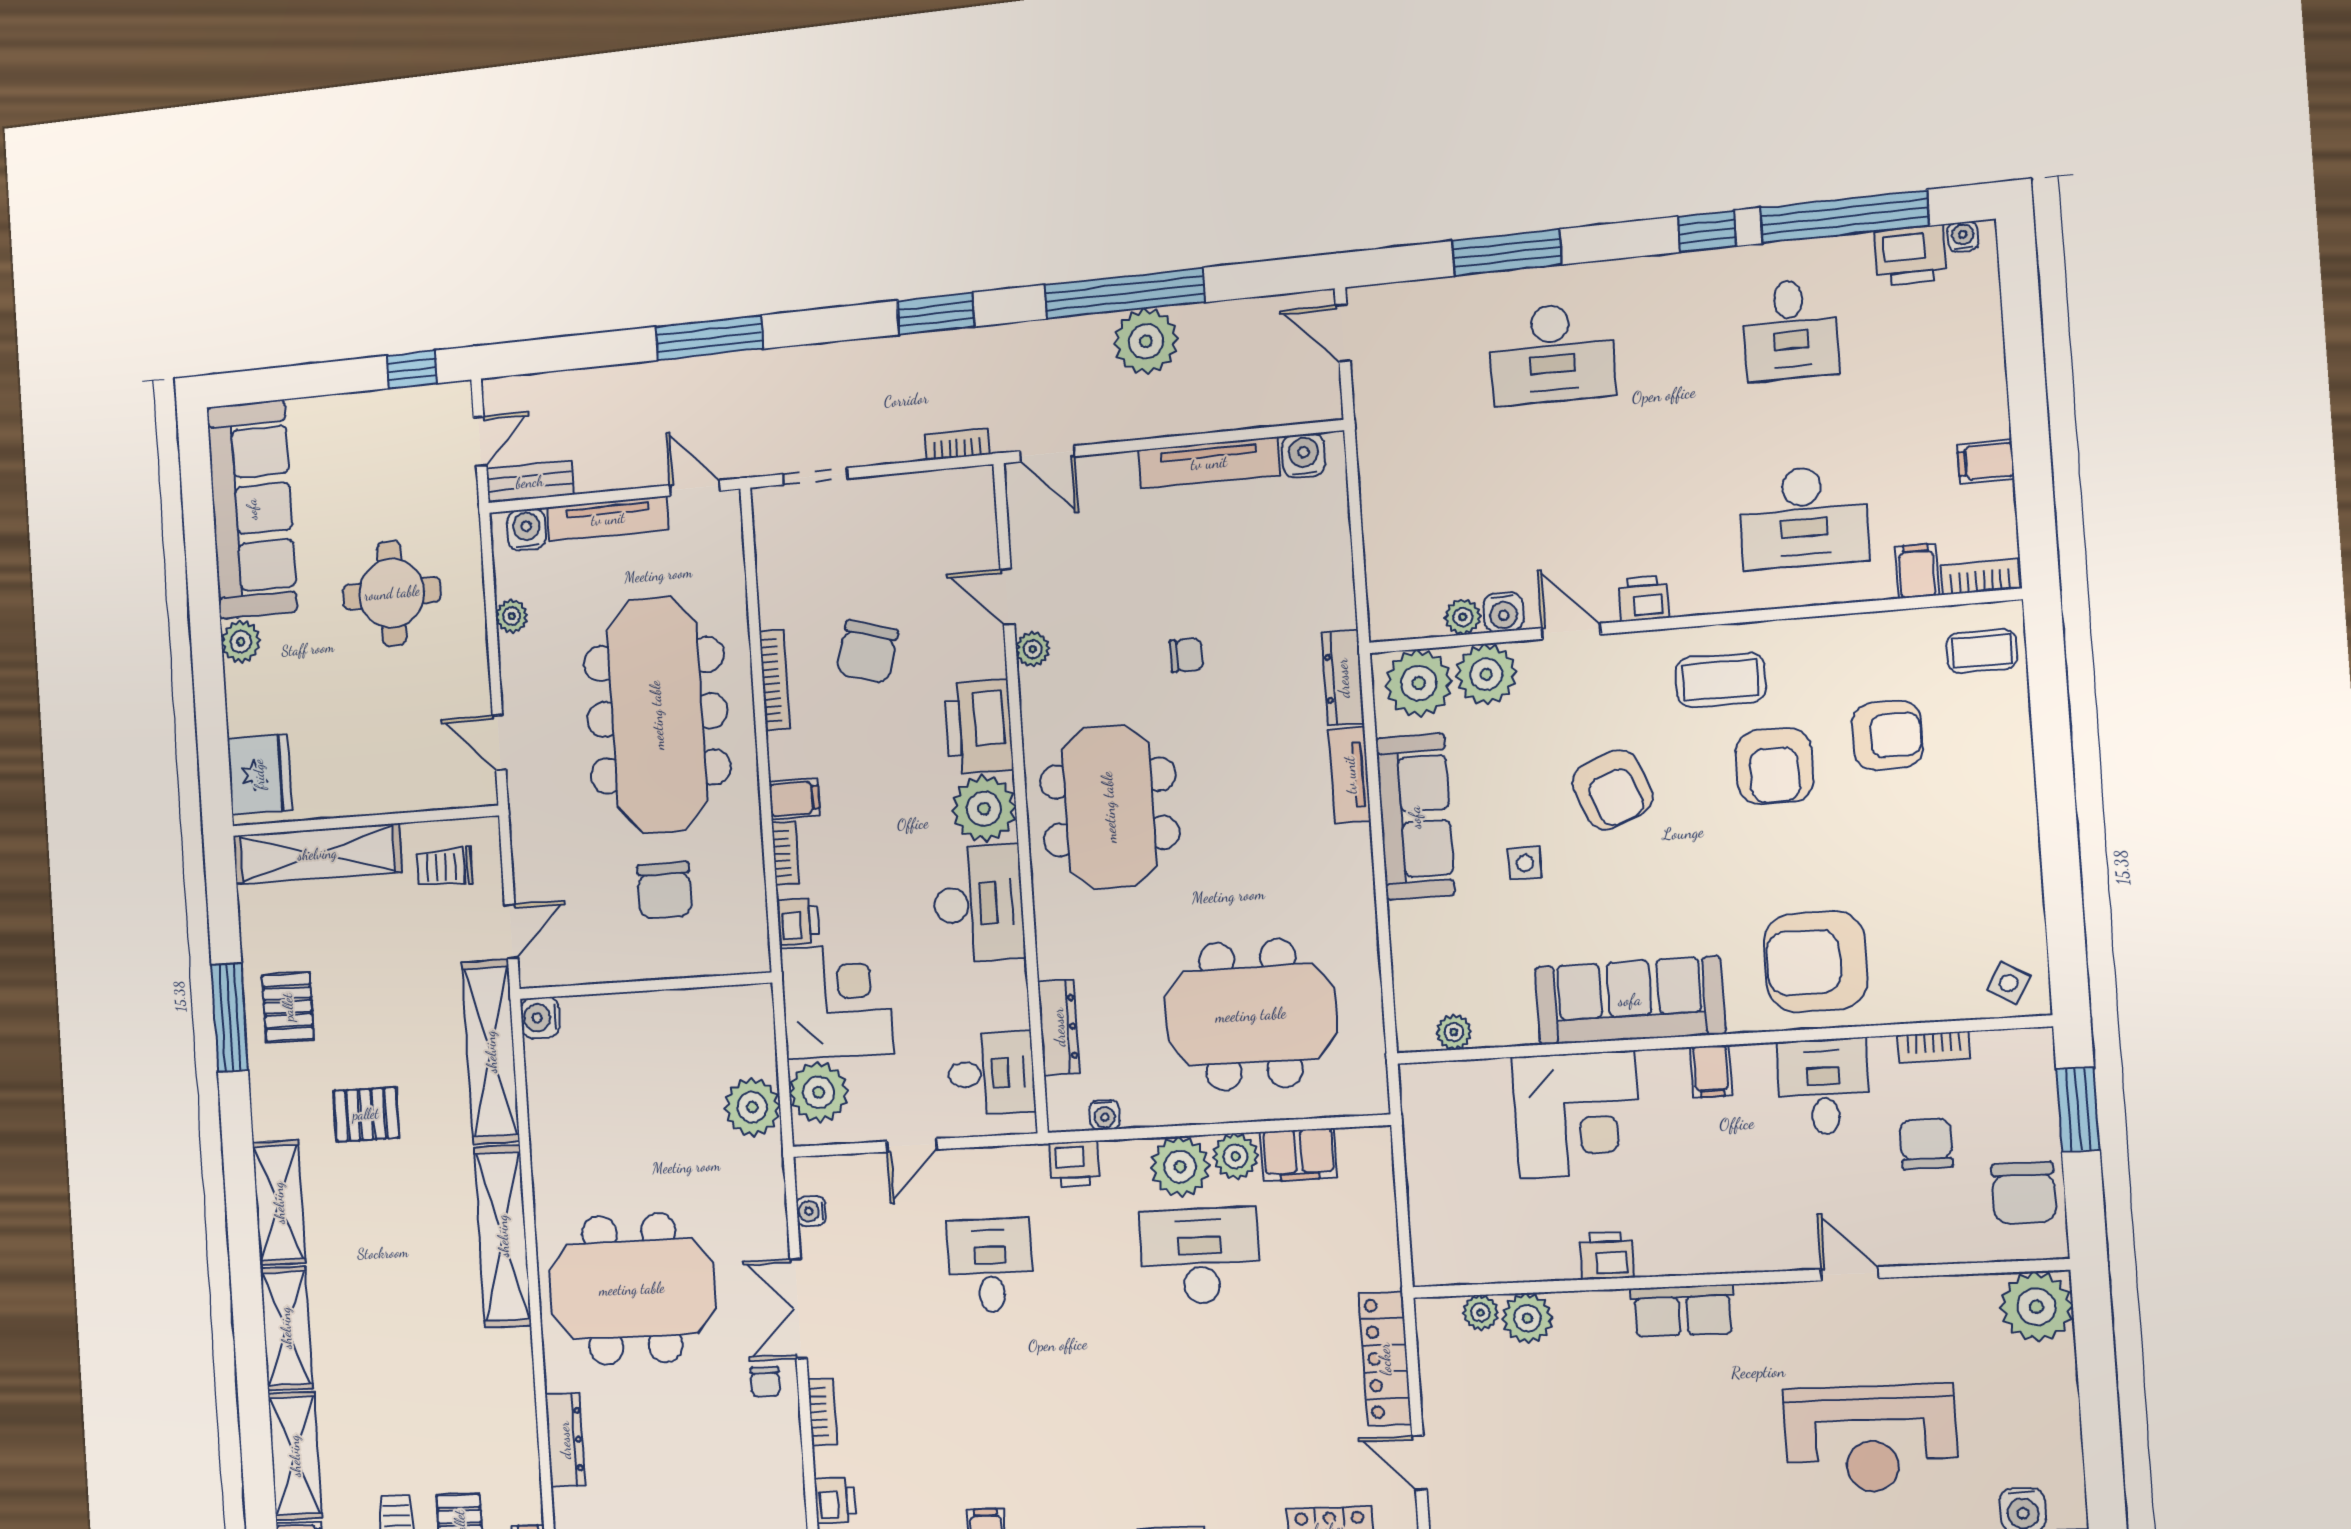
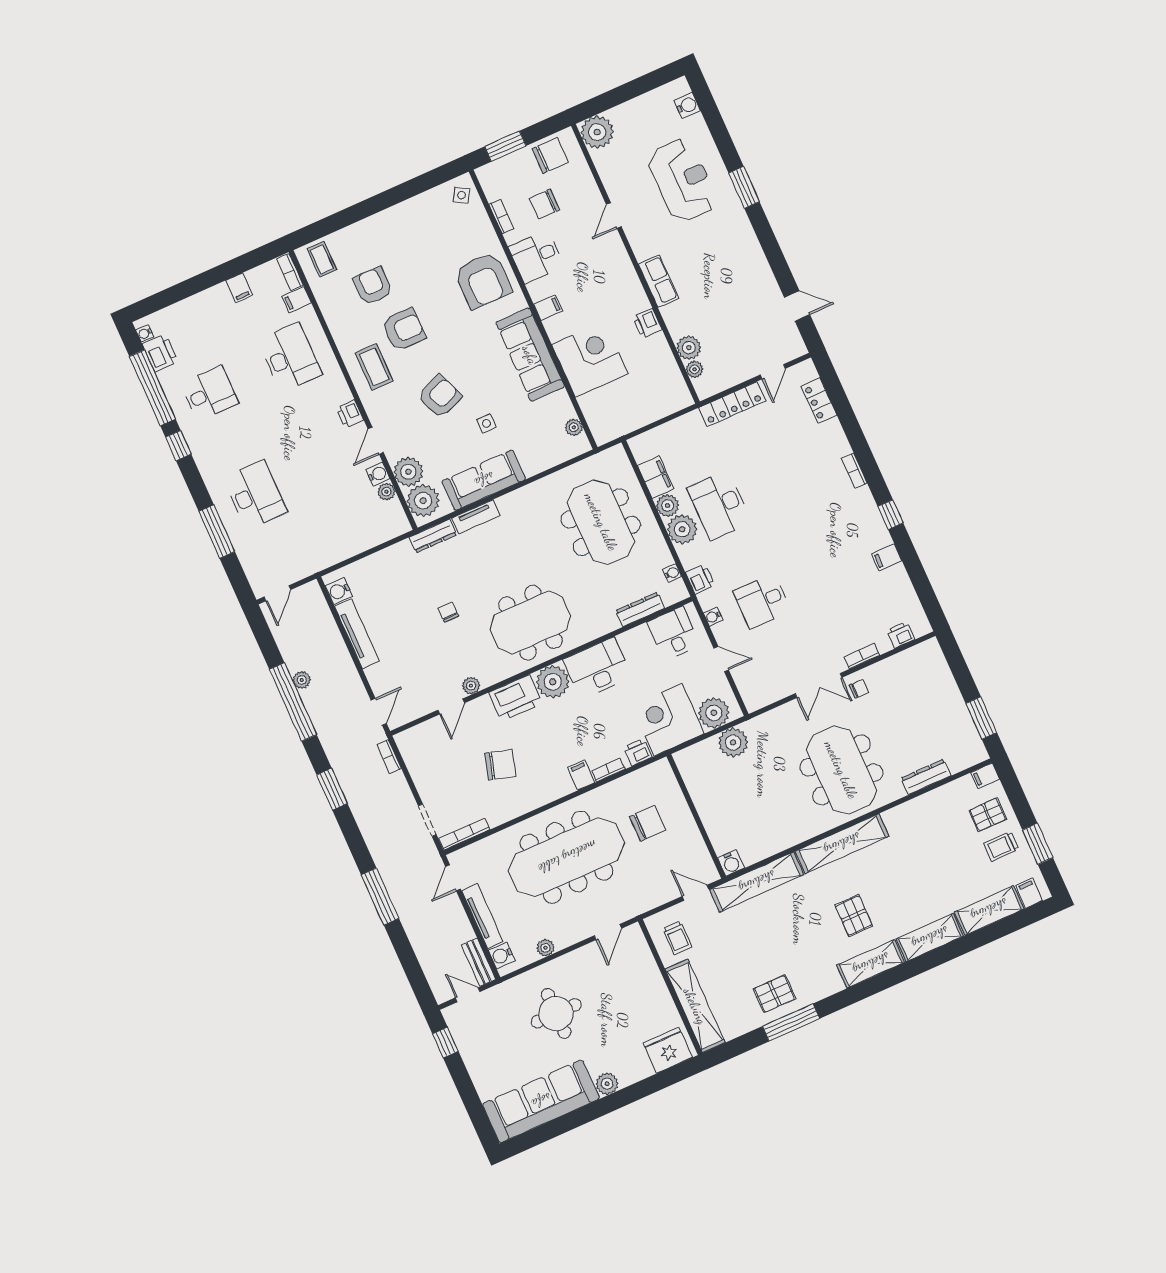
plant: (1146, 341) -> (302, 680), width x0.53, depth x0.53
bookcase: (775, 680) -> (464, 834), moved
pallet: (366, 1114) -> (854, 916), moved
water cooler: (811, 1211) -> (713, 616), moved, turned 90

